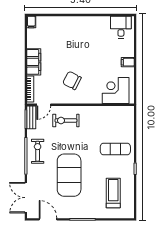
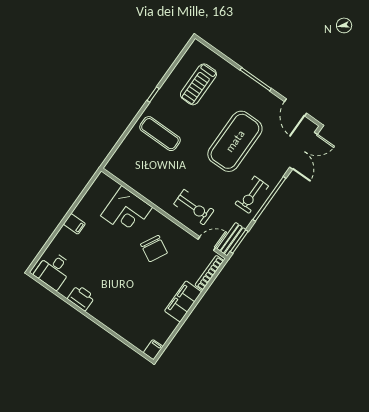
printer: (94, 22) -> (81, 298), added
corner desk: (116, 91) -> (126, 212), moved

